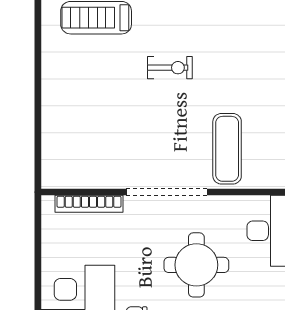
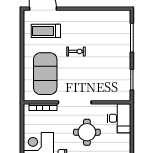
exercise mat: (227, 149) -> (45, 74), moved, width x2.00, depth x1.45

